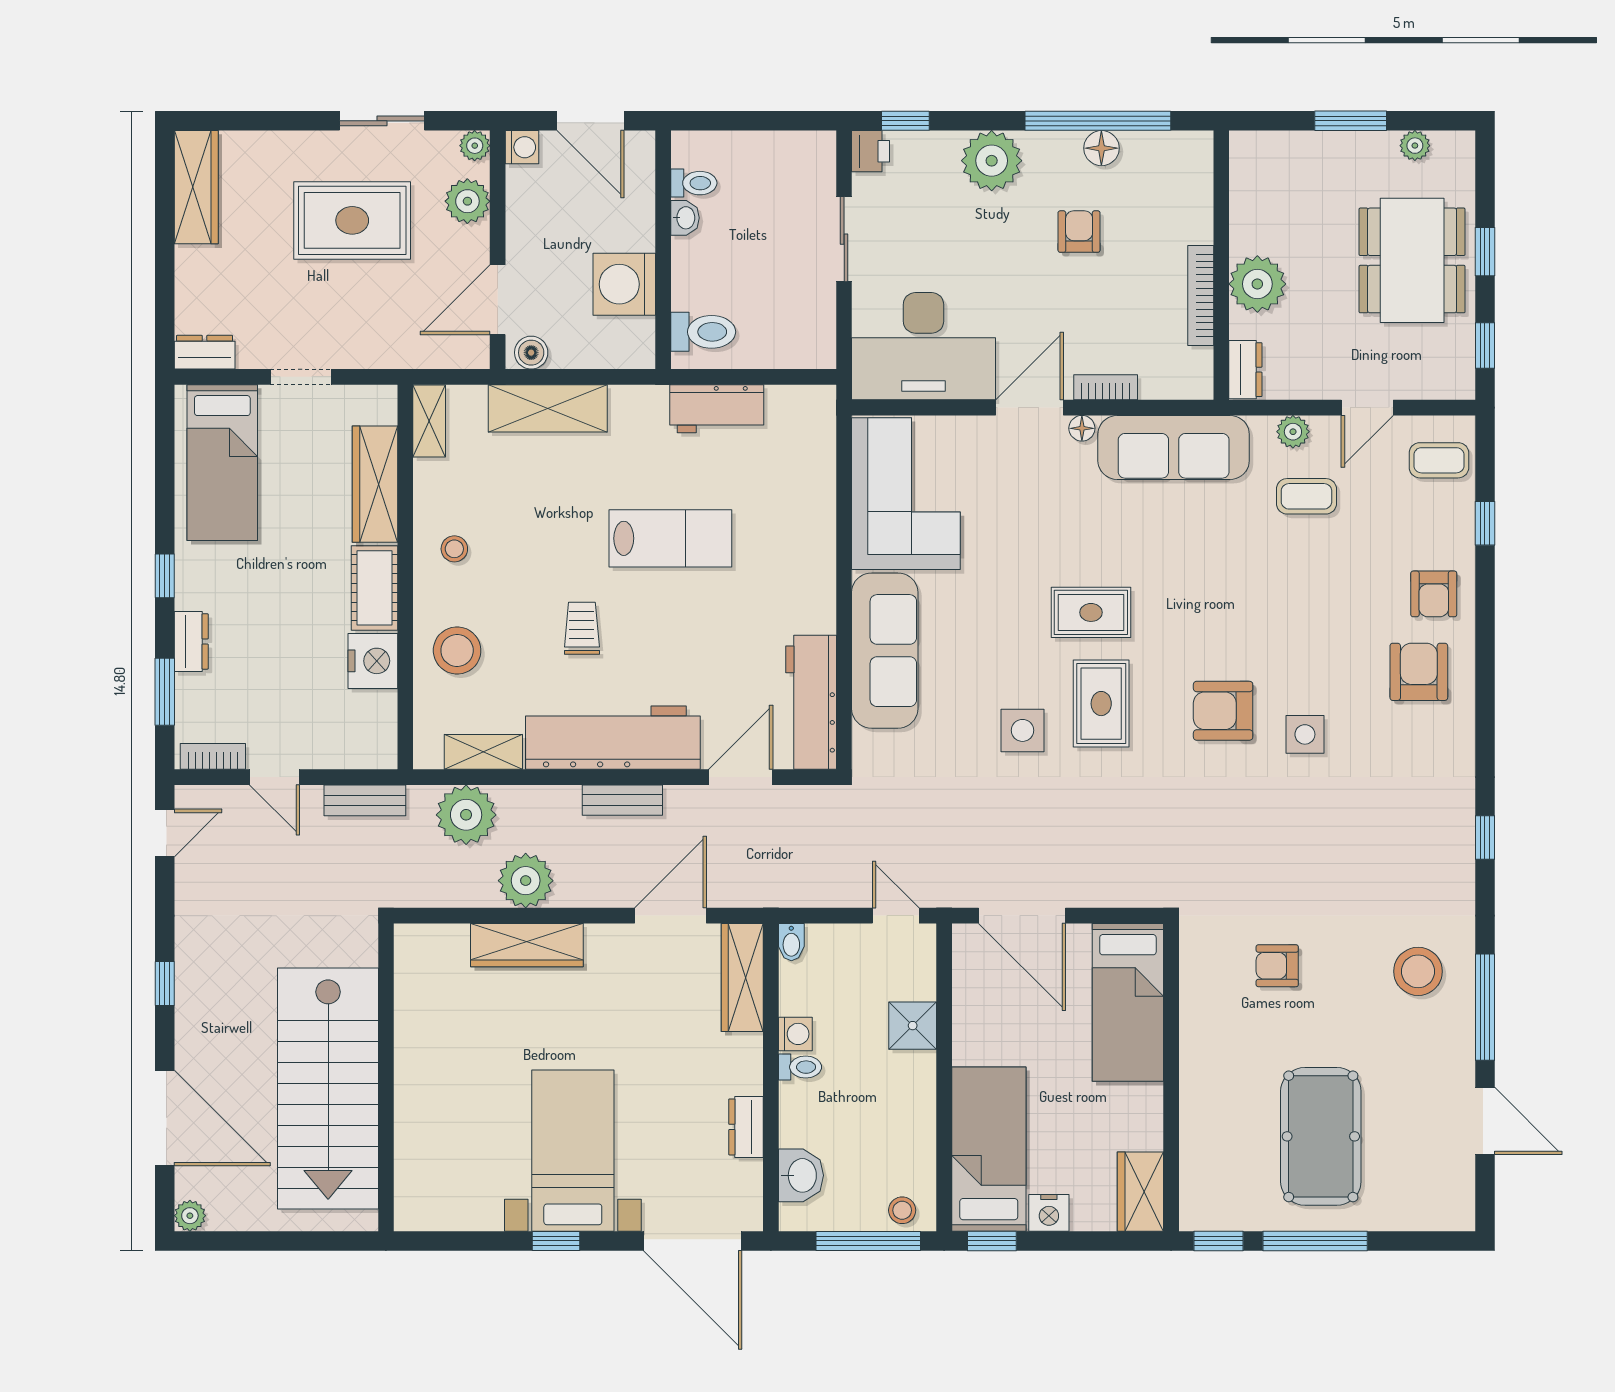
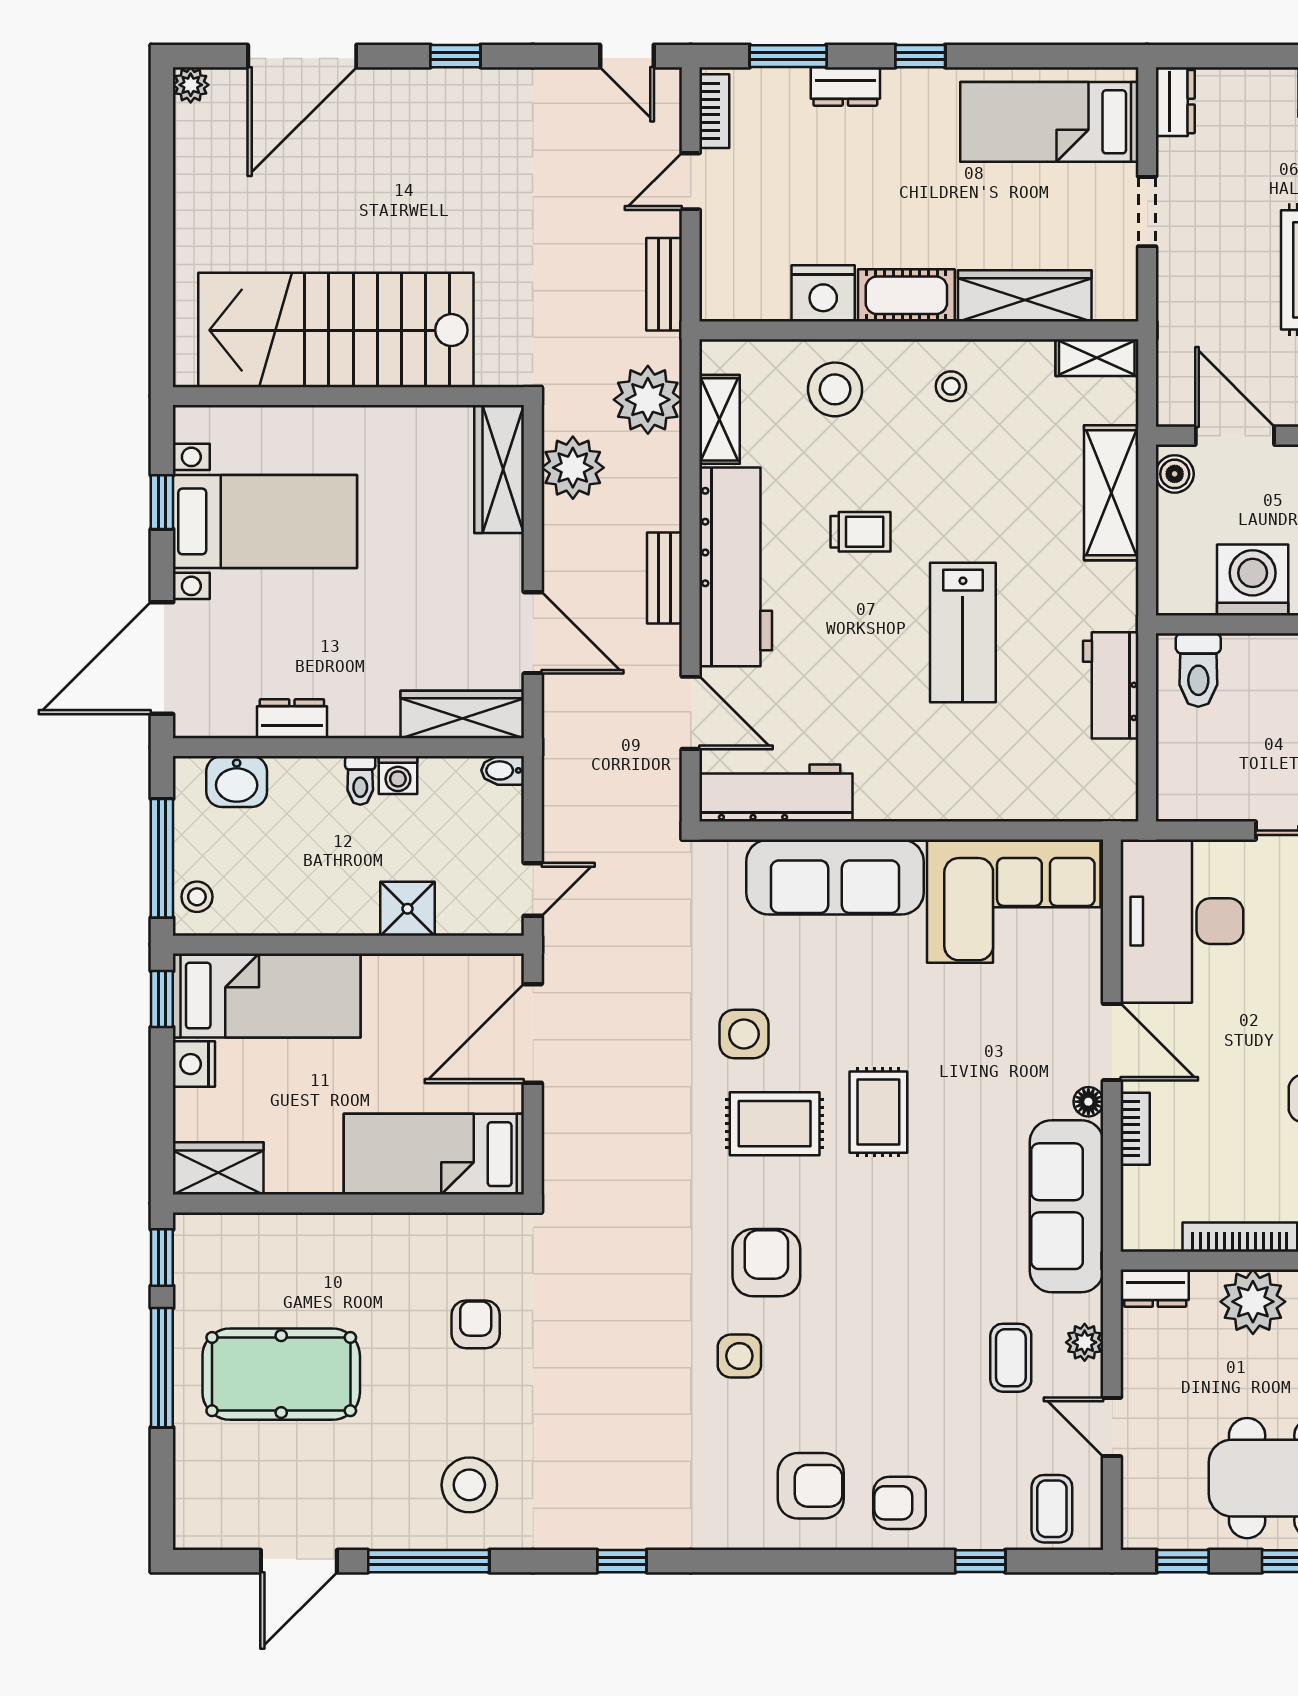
wall: (386, 1077) -> (348, 396), moved
stairs: (328, 1088) -> (336, 330), moved

